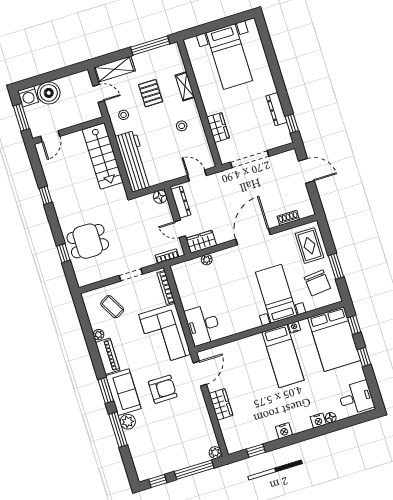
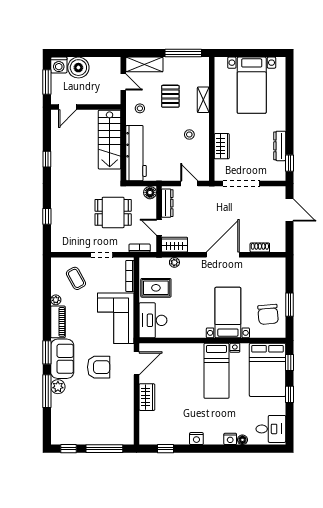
dining table: (88, 241) -> (113, 212), moved
rug: (309, 246) -> (156, 288), moved, turned 90
plant: (215, 453) -> (128, 439), removed

